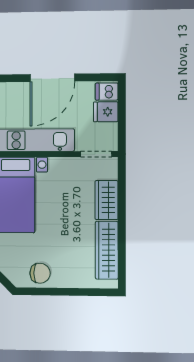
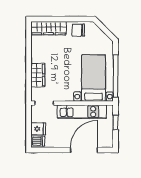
door: (52, 78) -> (84, 150), moved
wardrobe: (107, 250) -> (49, 28), moved, turned 90

